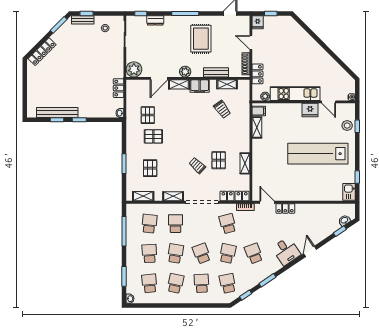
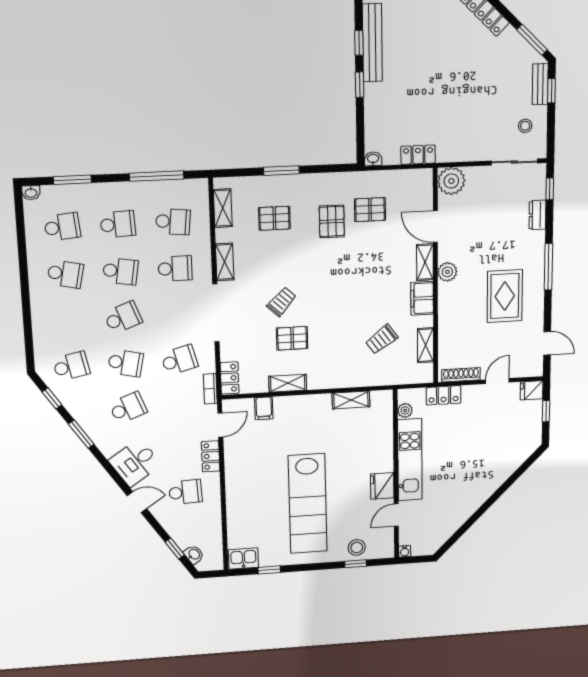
rug: (201, 39) -> (505, 296), turned 90
bench: (216, 72) -> (446, 325), removed
filing cabinet: (259, 111) -> (264, 408), moved
lab bench: (318, 154) -> (308, 504), turned 180
locker: (235, 196) -> (230, 378), width x0.66
school desk: (202, 283) -> (185, 492), moved

